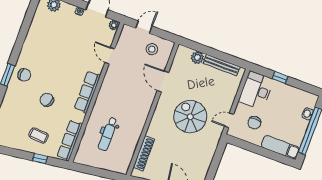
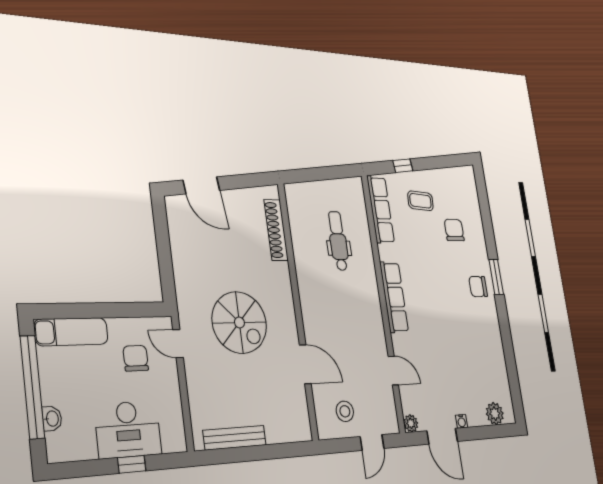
plant: (197, 57) -> (276, 432), removed
desk: (256, 90) -> (128, 429), moved, turned 90
chair: (47, 100) -> (454, 230), moved, turned -117
door: (229, 120) -> (178, 344), swing flipped

